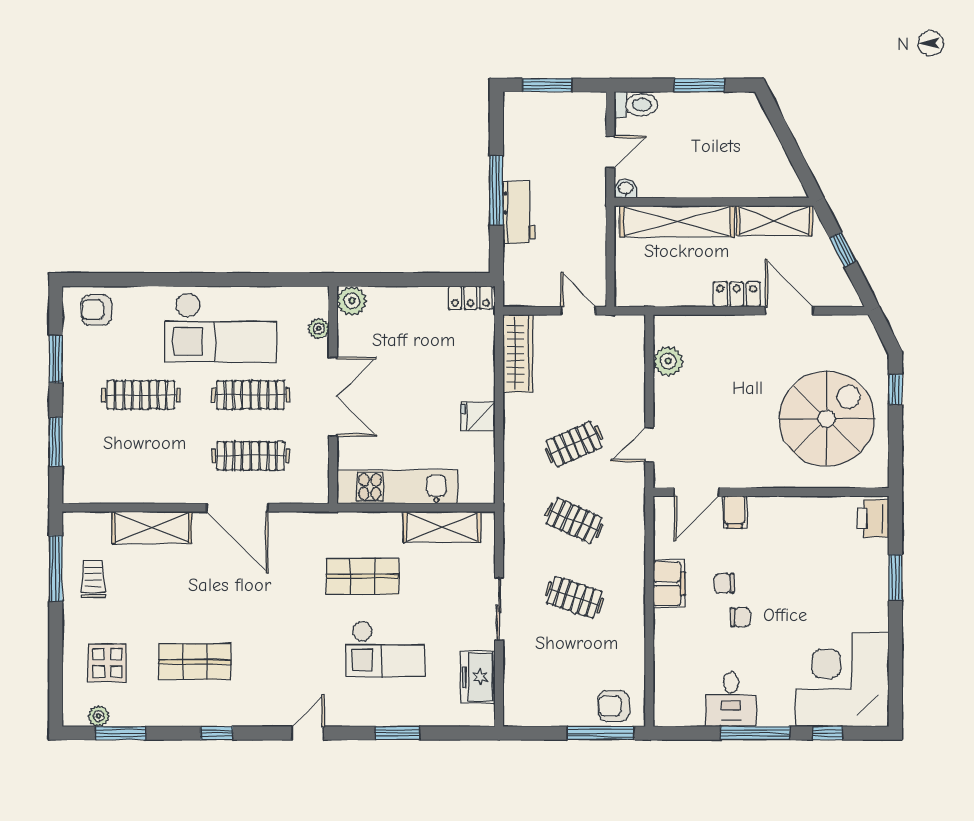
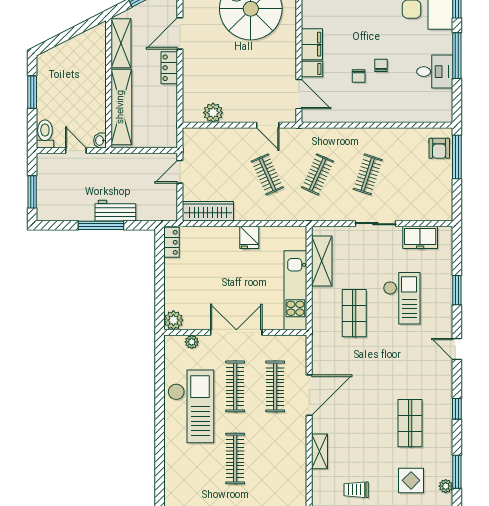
armchair: (96, 310) -> (179, 488), removed
shelving: (152, 527) -> (319, 451), width x0.67, depth x0.75
filing cabinet: (669, 584) -> (312, 44), moved, turned 90

